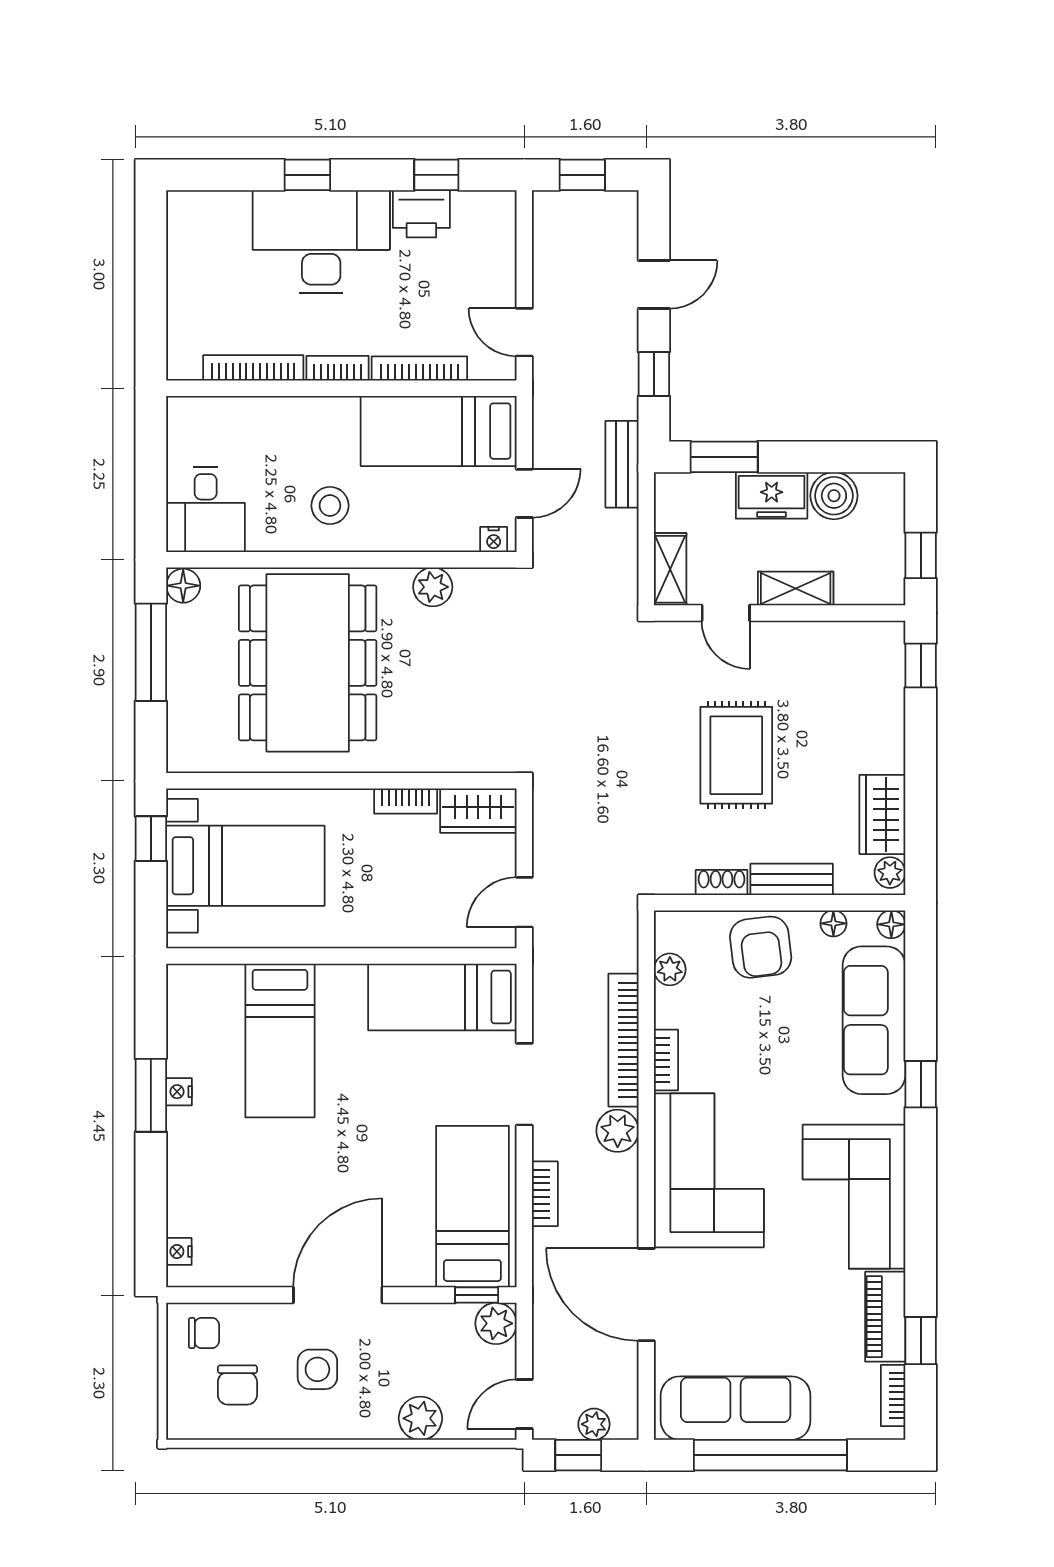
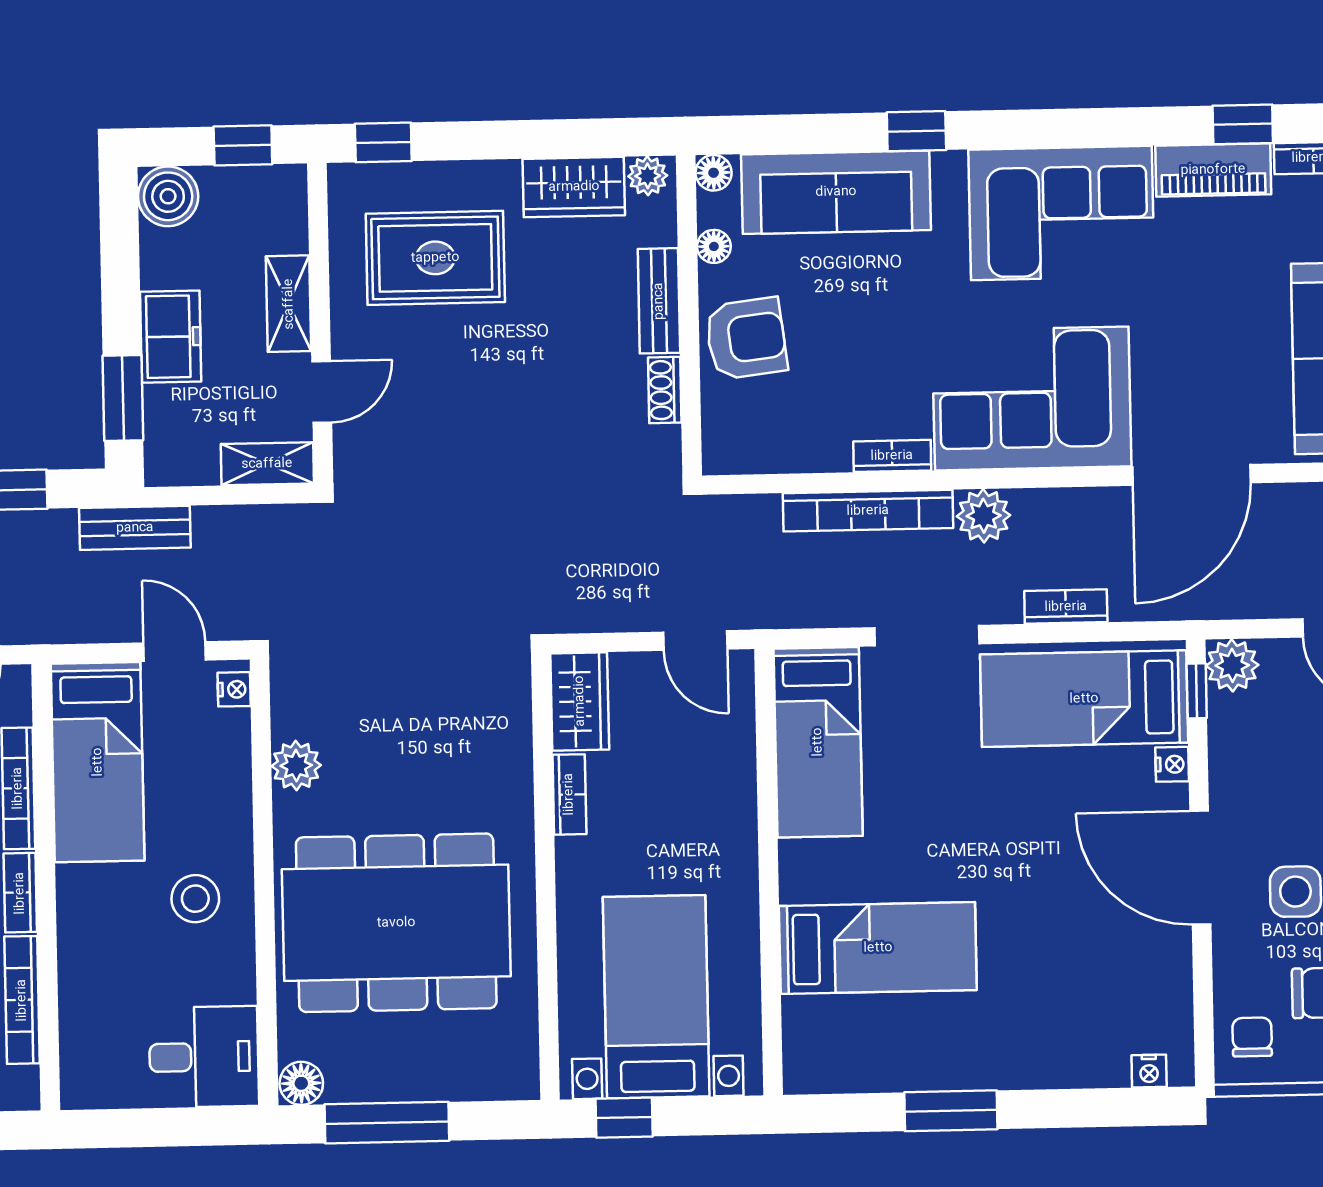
boiler: (834, 496) -> (168, 196), moved
rug: (736, 755) -> (435, 258), moved
plant: (670, 969) -> (777, 454), removed
nightstand: (179, 1092) -> (1172, 764), moved, turned -90

